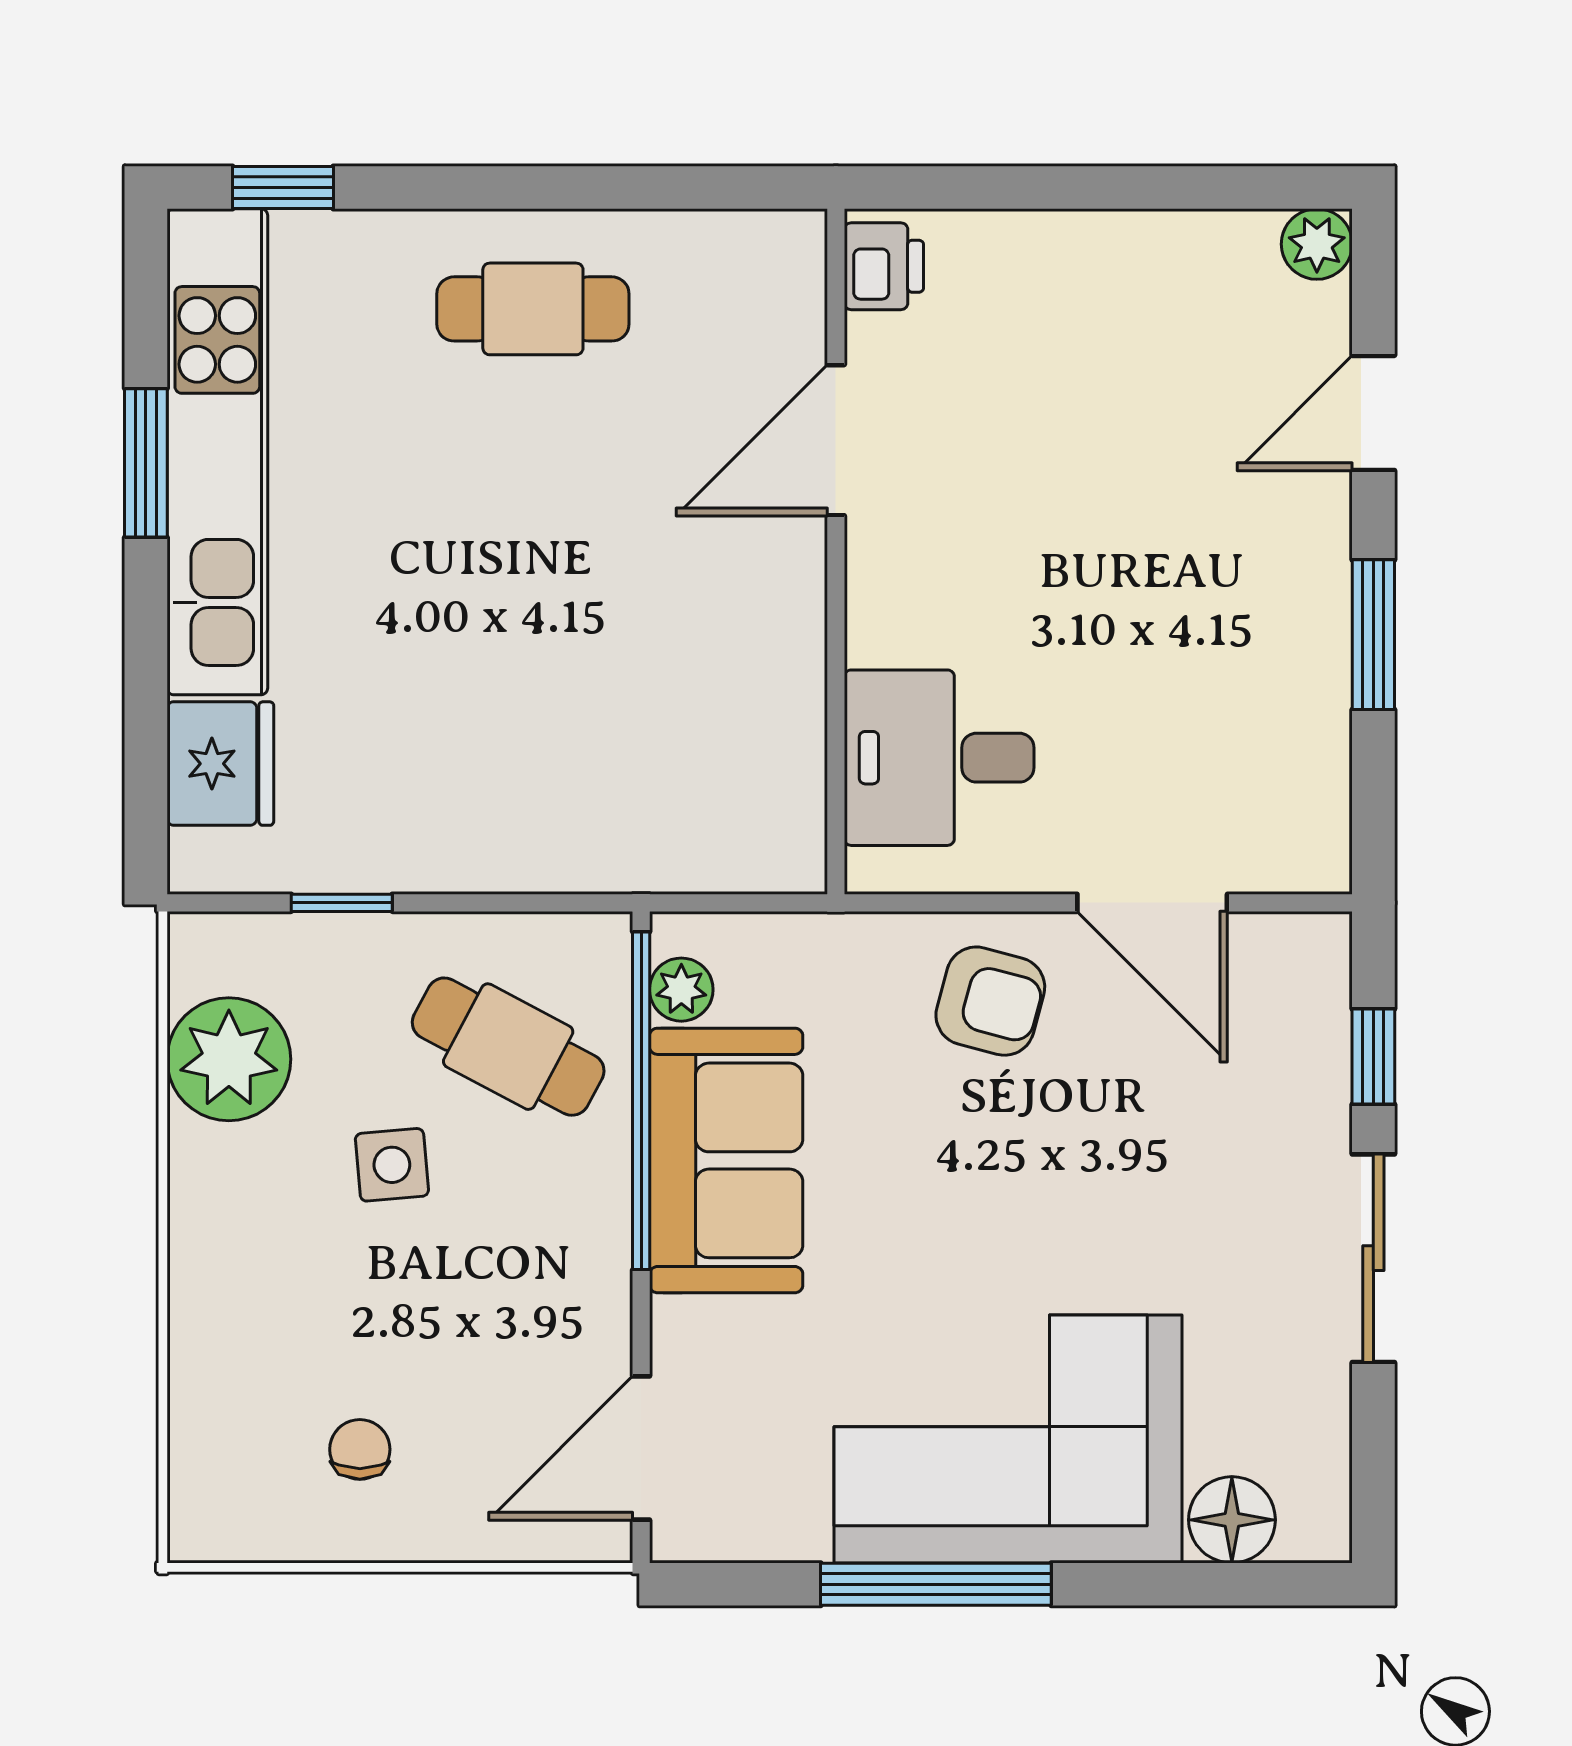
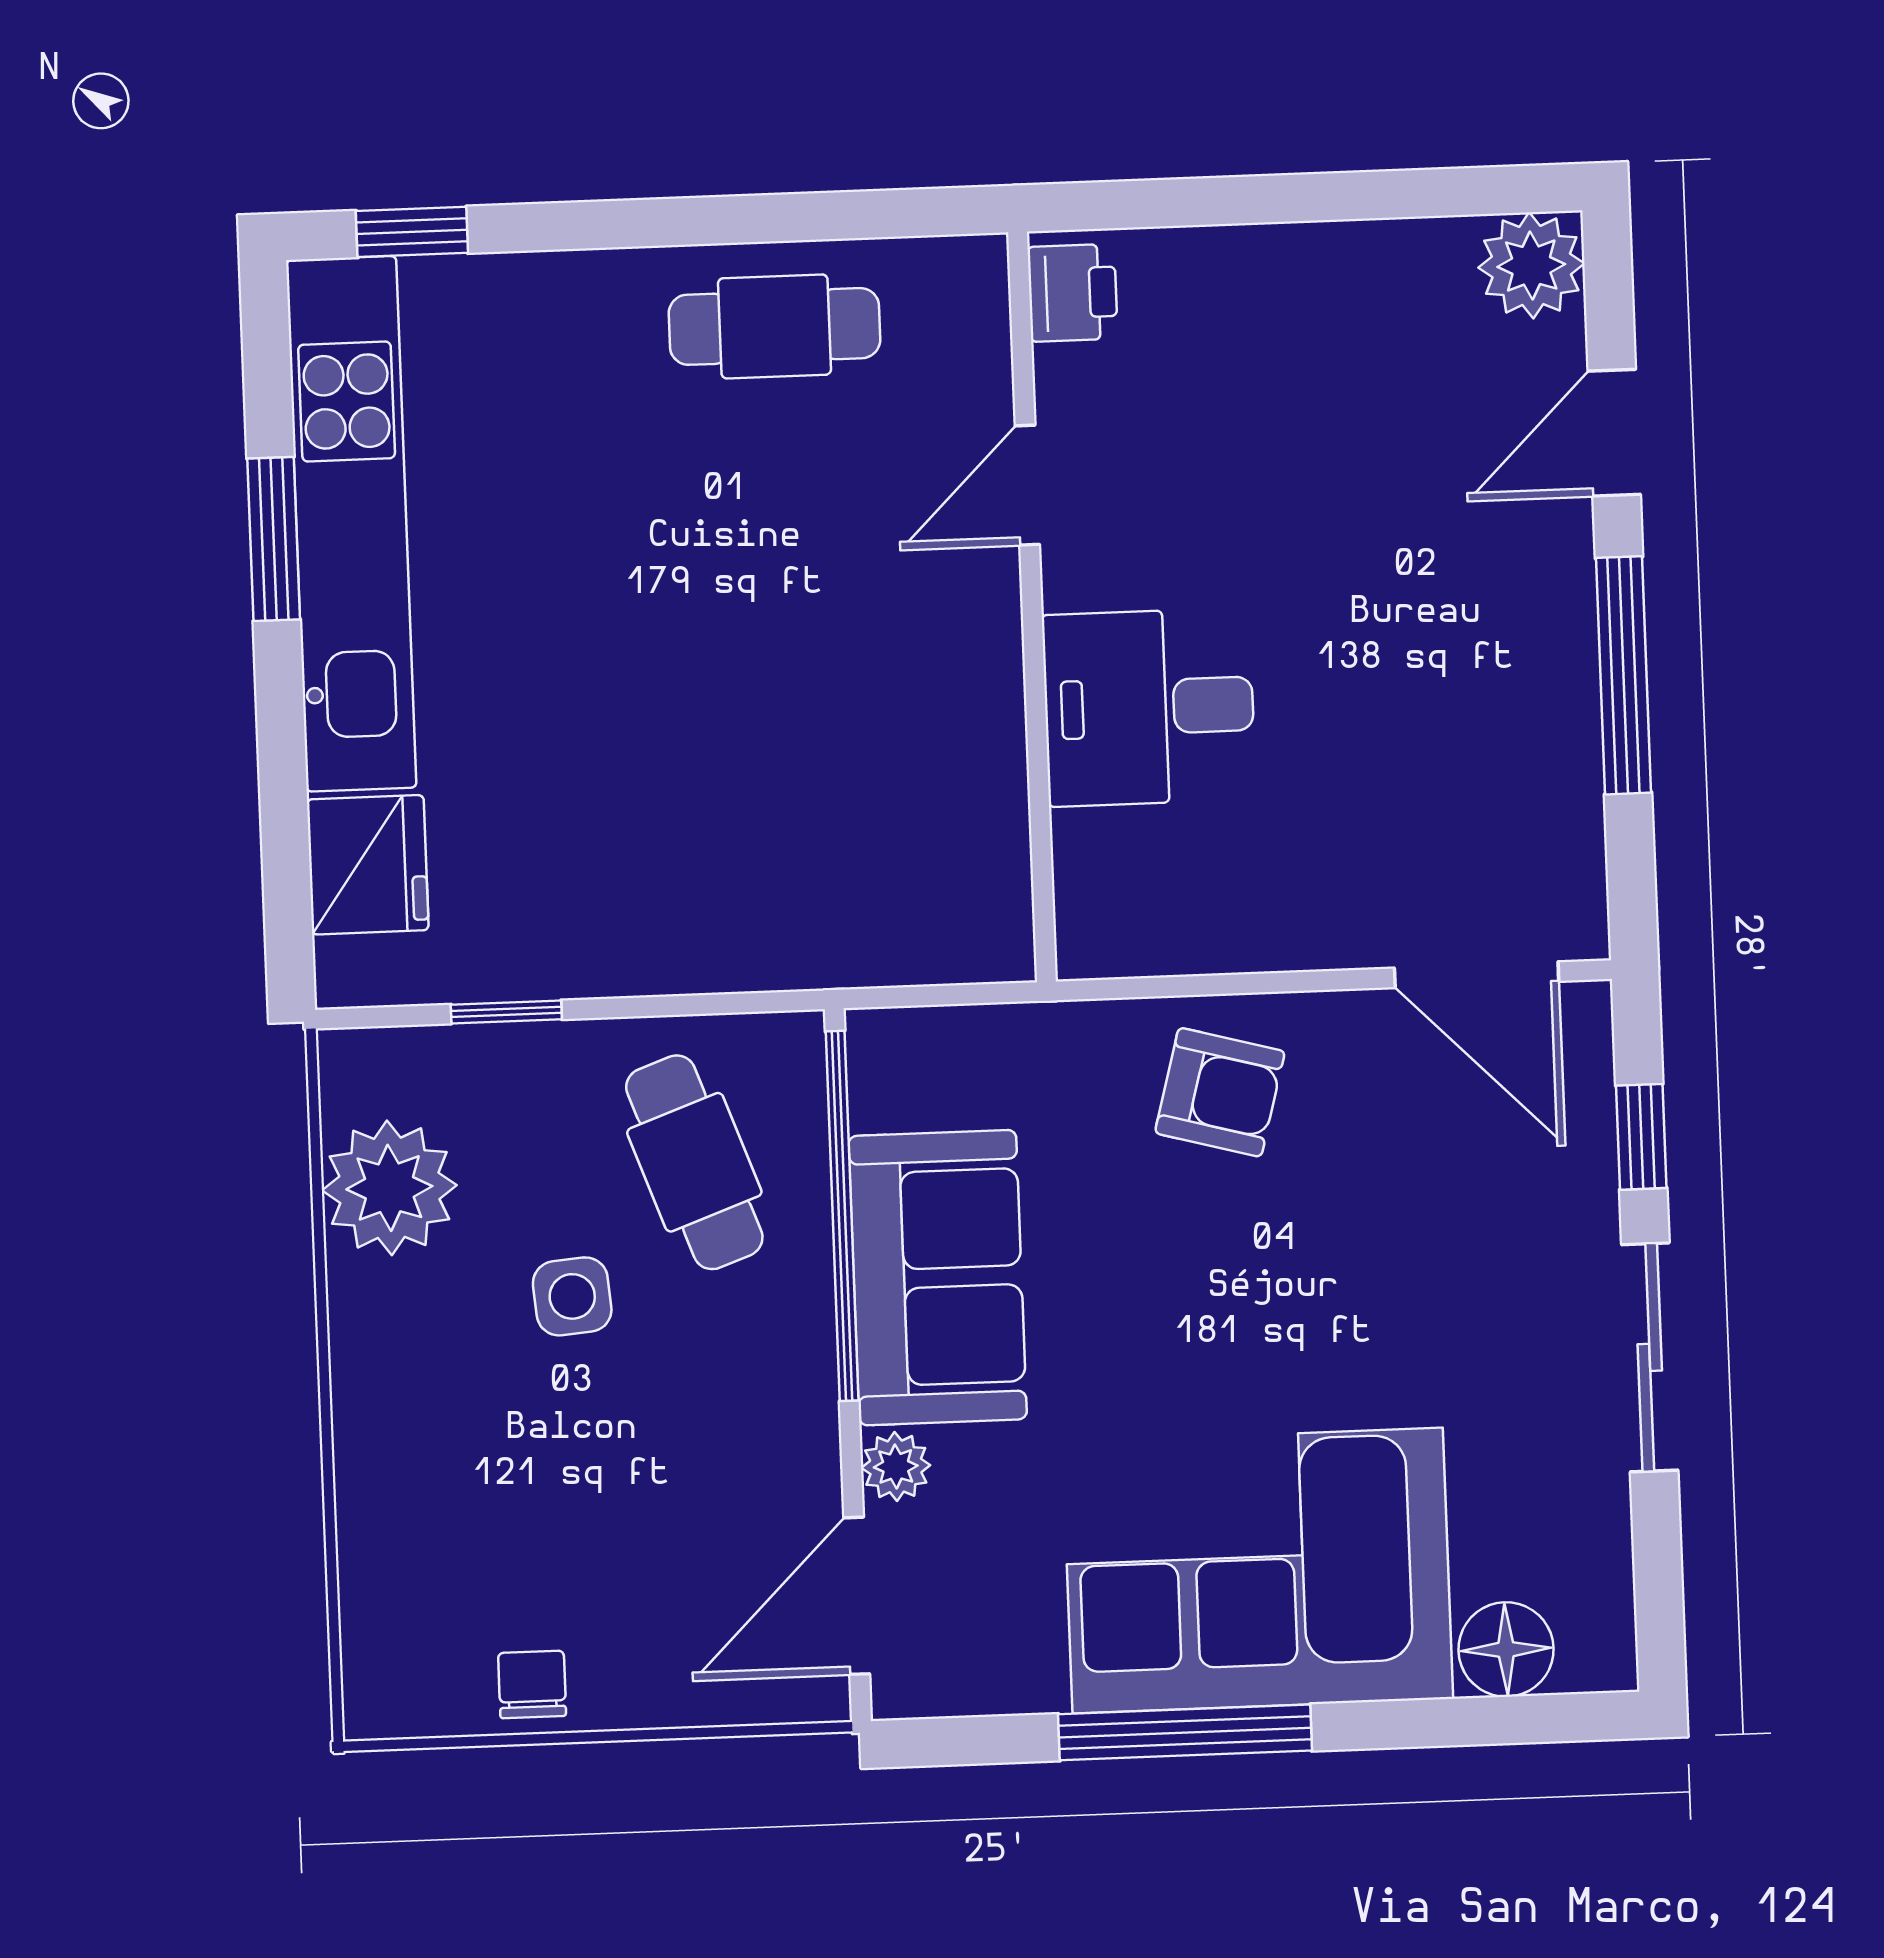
plant: (1317, 244) -> (1531, 265), width x1.38, depth x1.38
cafe table: (533, 309) -> (775, 326), moved
door: (836, 440) -> (1027, 485), width x0.73
window: (1373, 635) -> (1624, 675), width x1.44
desk: (939, 758) -> (1149, 707), moved
door: (1152, 903) -> (1477, 975), moved
plant: (681, 990) -> (896, 1466), moved
cafe table: (508, 1047) -> (694, 1162), turned 42
chair: (360, 1449) -> (532, 1684), moved

